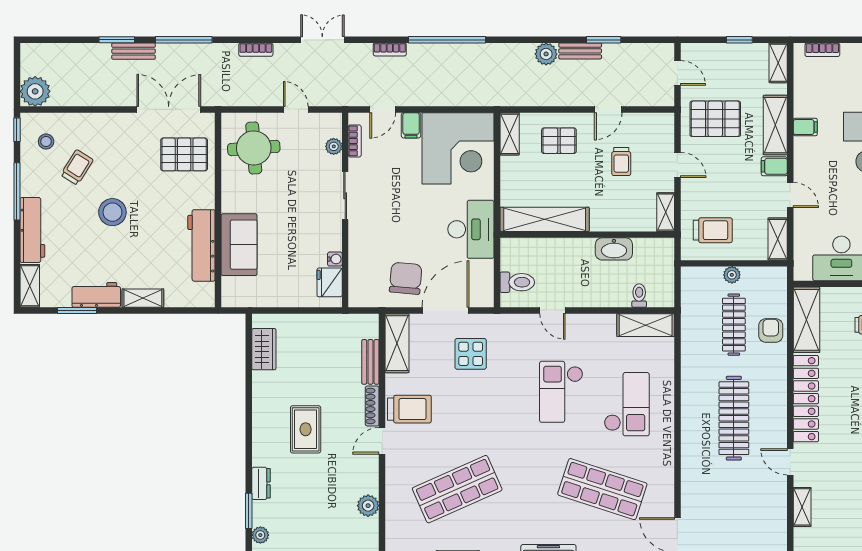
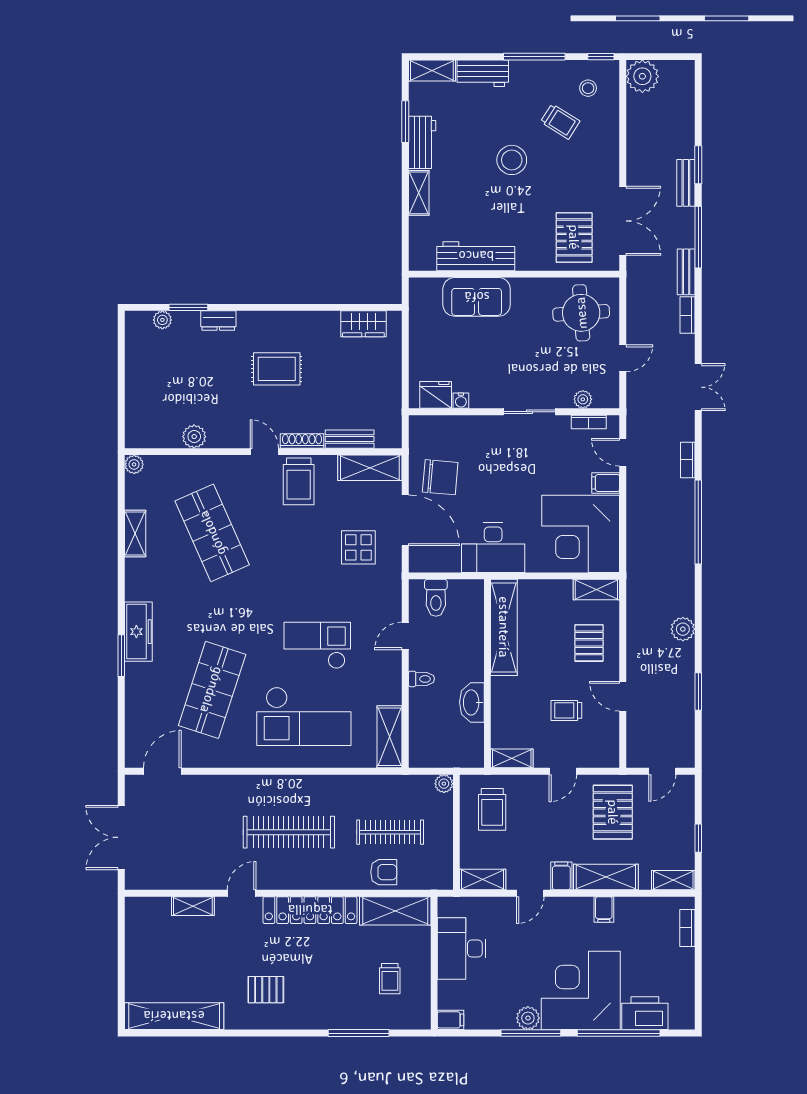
bench: (580, 51) -> (686, 272), moved
workbench: (32, 230) -> (483, 73), width x0.73
plant: (732, 275) -> (444, 784), moved
toilet: (639, 296) -> (421, 679), moved
checkout: (627, 404) -> (304, 716), width x1.36, depth x1.21

